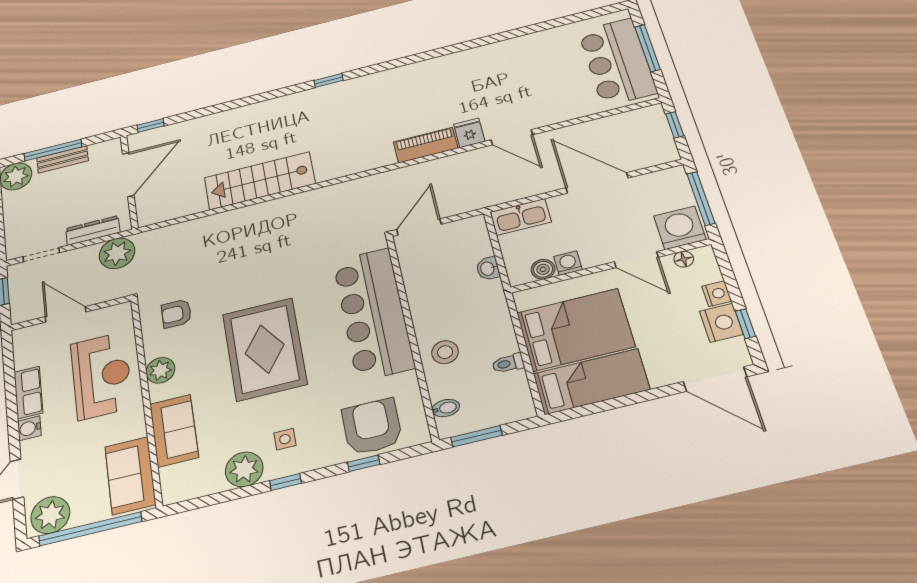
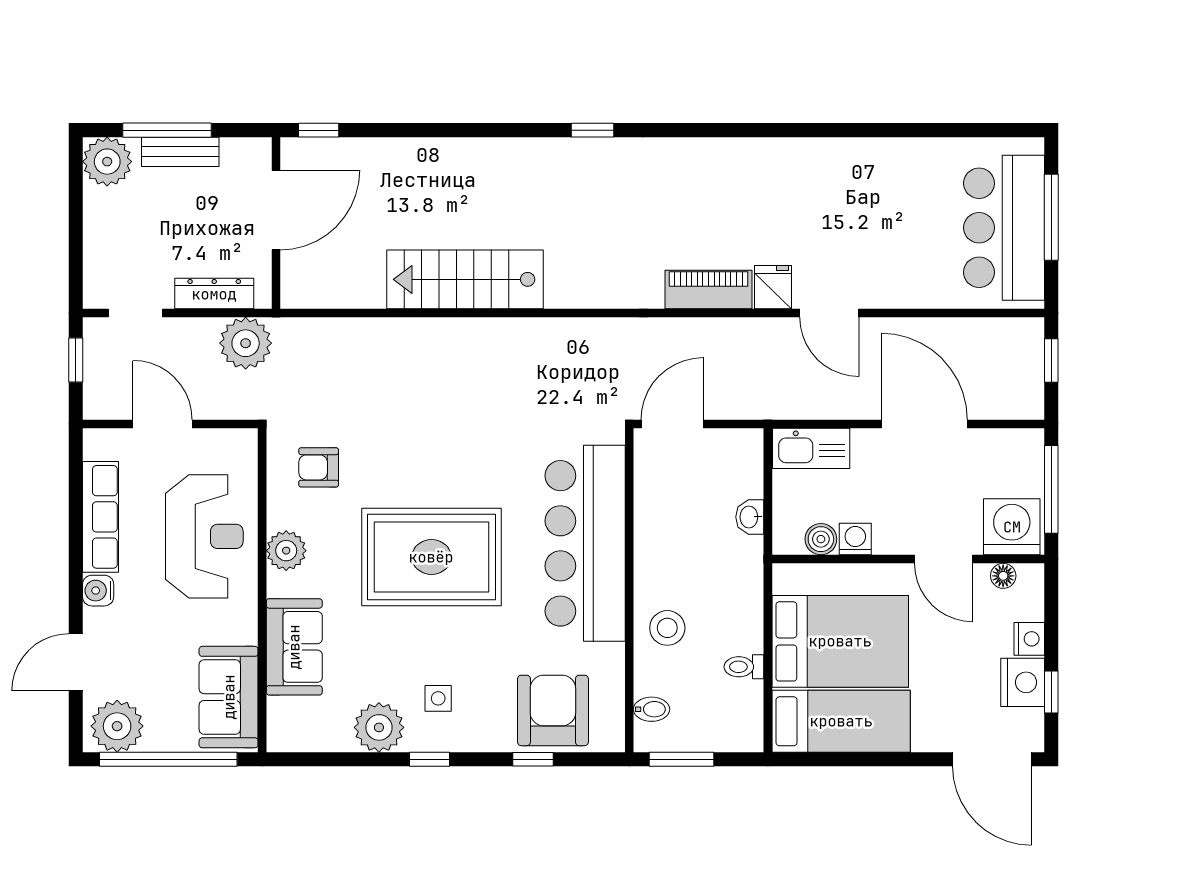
rug: (265, 349) -> (431, 557), turned 90
row of seats: (28, 392) -> (101, 517), width x1.48

